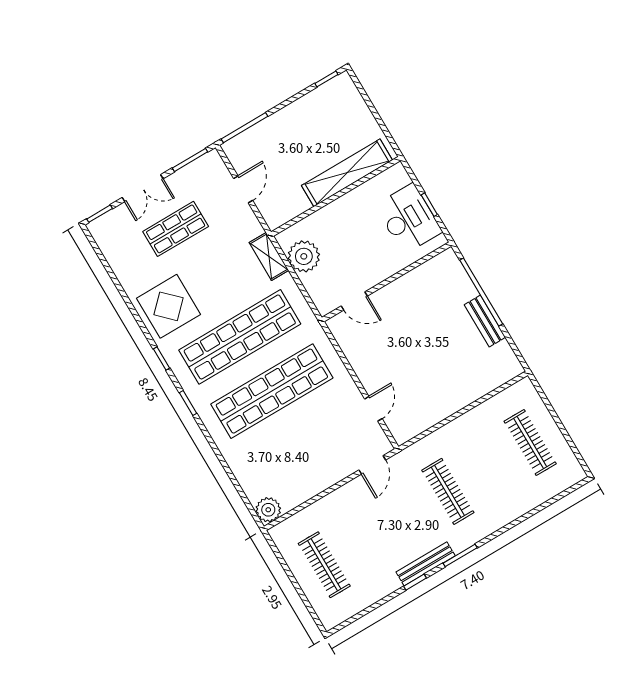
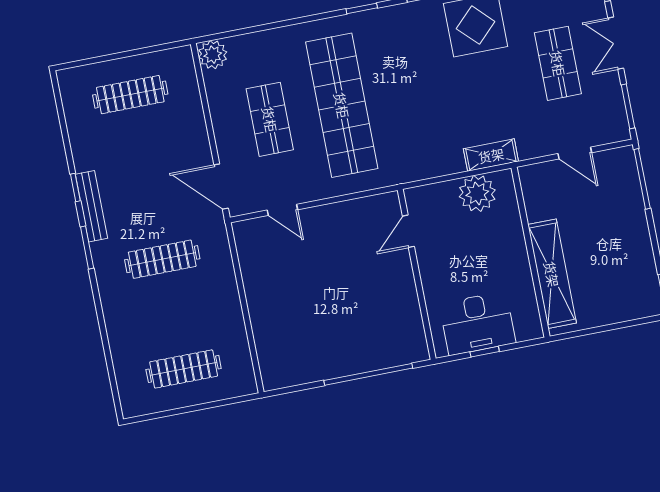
bench: (485, 321) -> (335, 367), removed
shop shelf: (240, 337) -> (270, 119), moved, width x0.50, depth x0.74
door: (372, 465) -> (221, 187), width x1.38

